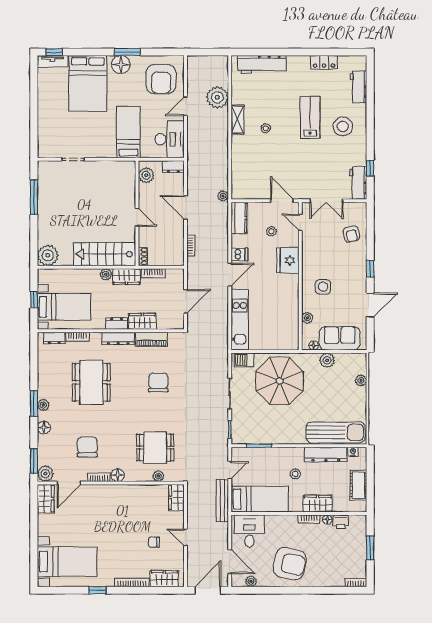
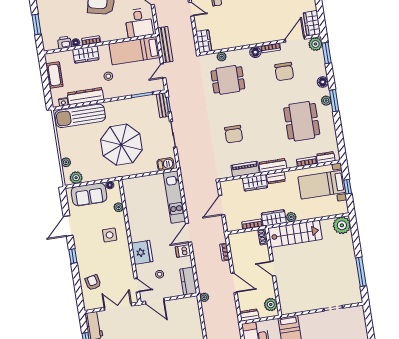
plant: (327, 360) -> (76, 178), moved
parasol: (280, 381) -> (121, 145), moved
dining table: (91, 382) -> (302, 121), moved
bench: (237, 430) -> (163, 105), added

